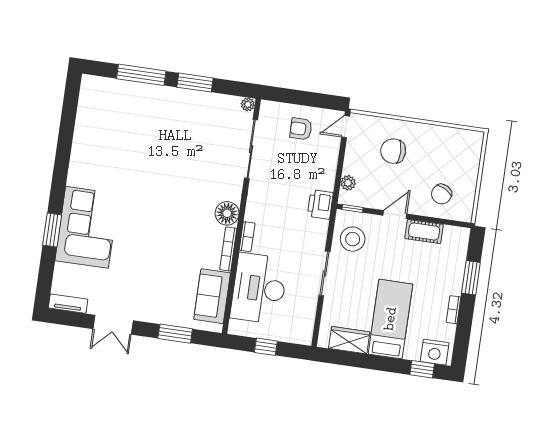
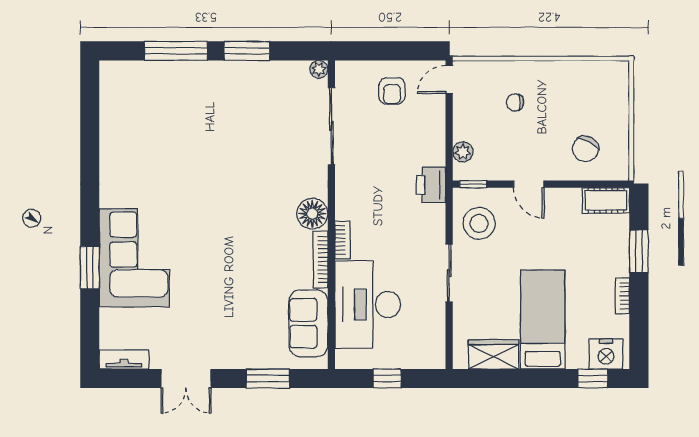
armchair: (301, 129) -> (392, 91), turned -90
chair: (393, 151) -> (515, 102), width x0.54, depth x0.54
door: (395, 215) -> (529, 184), swing flipped
cot: (424, 231) -> (606, 200), moved

